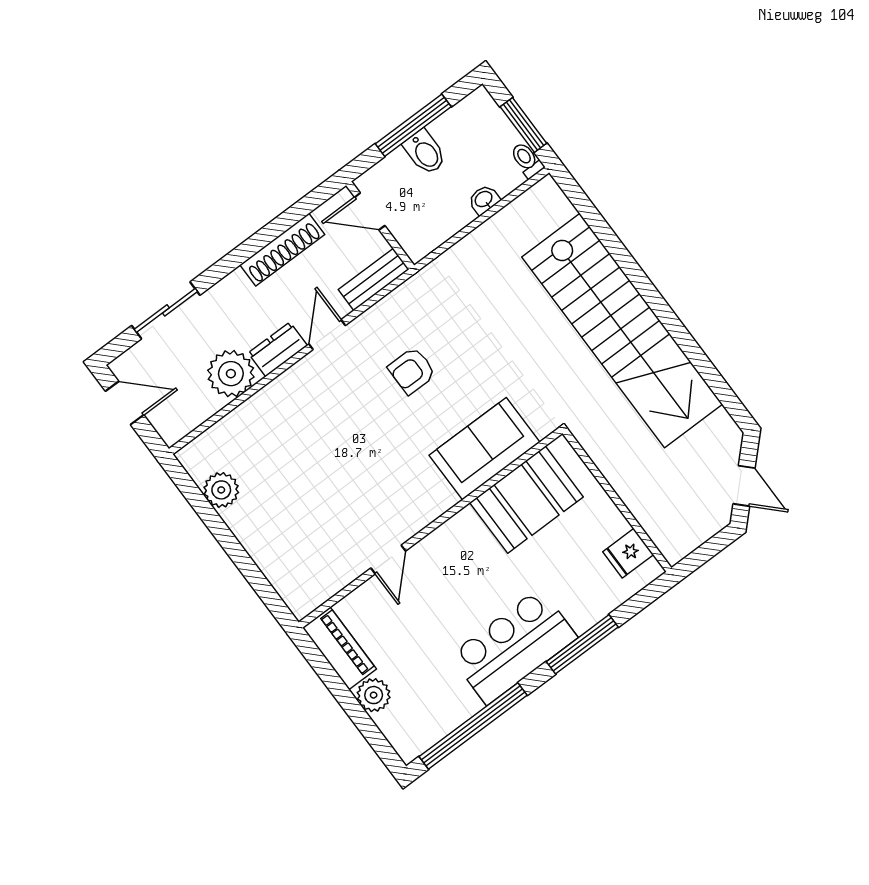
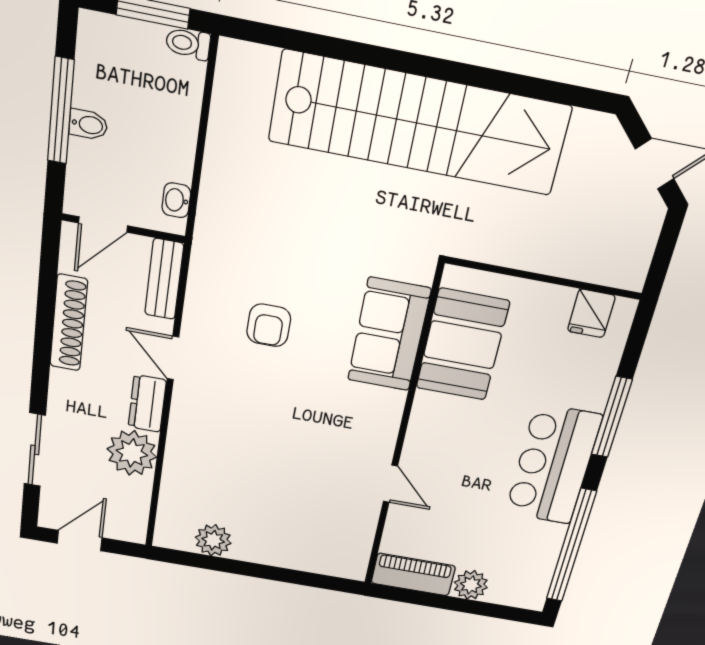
bidet: (425, 152) -> (88, 125), width x0.72, depth x0.74
washbasin: (484, 200) -> (176, 200), moved

